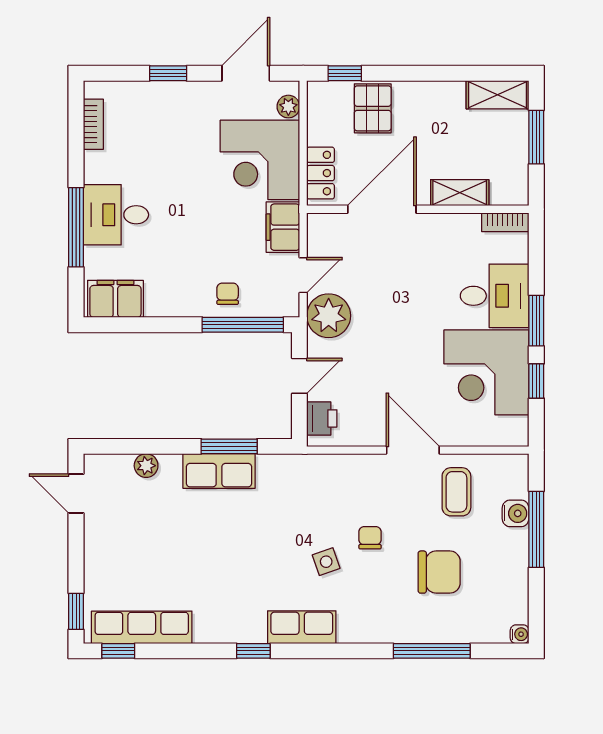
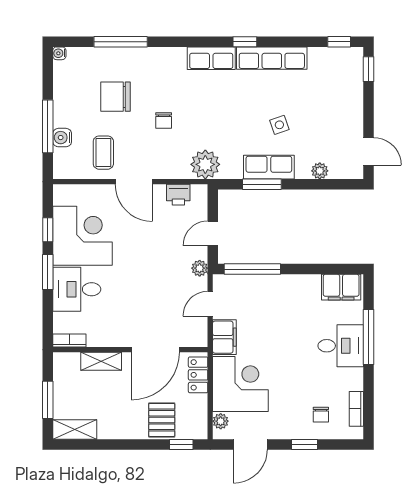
chair: (228, 294) -> (321, 415), moved
plant: (329, 316) -> (200, 268), width x0.53, depth x0.53
printer: (322, 418) -> (178, 195), moved, turned -90
plant: (310, 475) -> (205, 164), added
side table: (326, 562) -> (279, 125), moved
row of seats: (142, 627) -> (272, 58), moved

